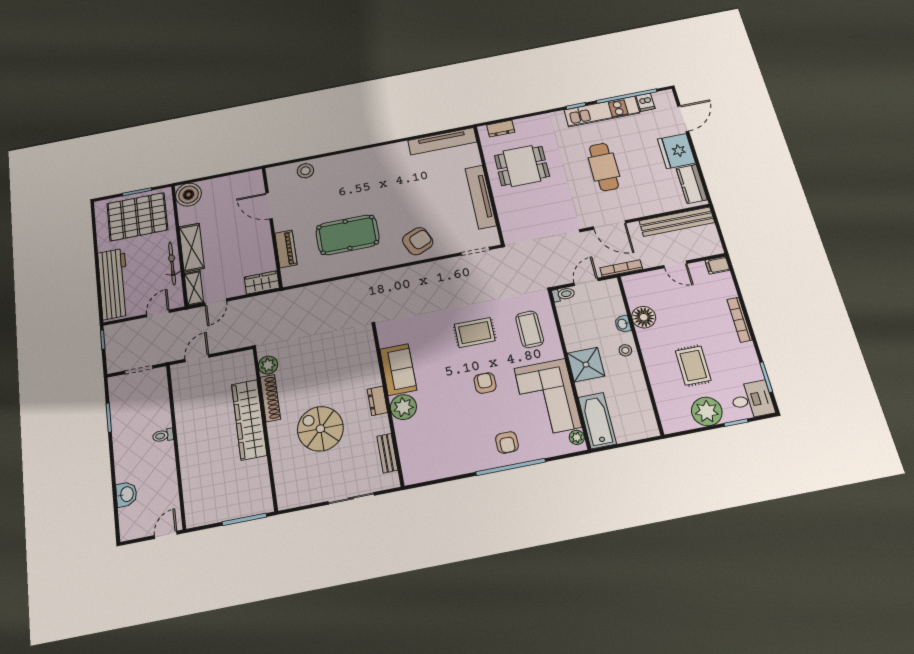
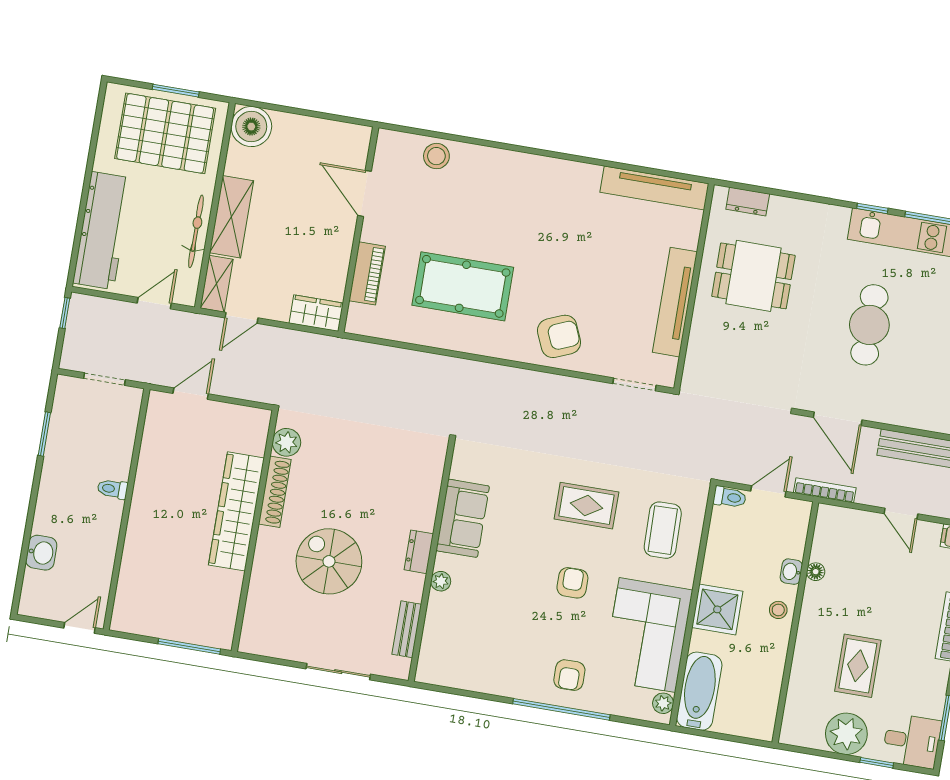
floor lamp: (644, 317) -> (816, 572), width x0.53, depth x0.53
plant: (403, 407) -> (441, 581), width x0.53, depth x0.53

